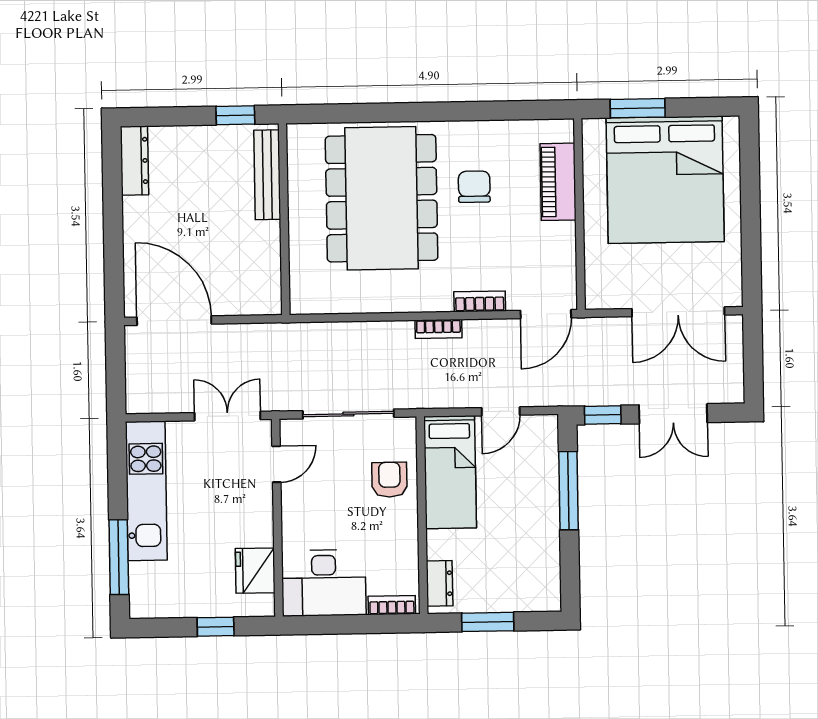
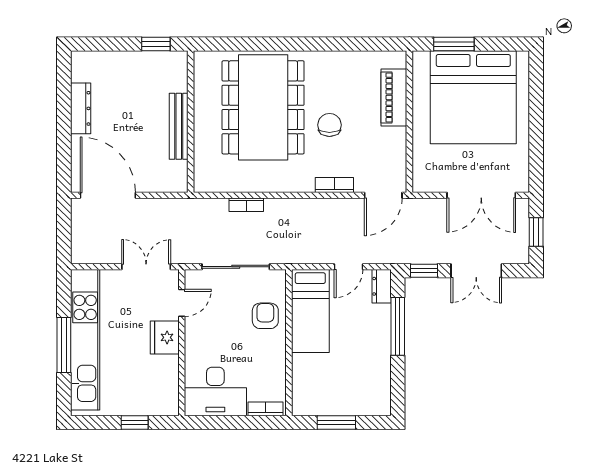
dresser: (134, 161) -> (81, 108), moved
bench: (267, 175) -> (179, 126), moved
chair: (474, 187) -> (329, 125), moved
bookcase: (439, 329) -> (246, 205), moved
window: (753, 360) -> (536, 232), added
kitchen unit: (146, 491) -> (85, 340), width x1.36
window: (119, 557) -> (64, 345), moved
fridge: (255, 571) -> (165, 337), moved
dresser: (440, 583) -> (382, 286), moved, turned 180

